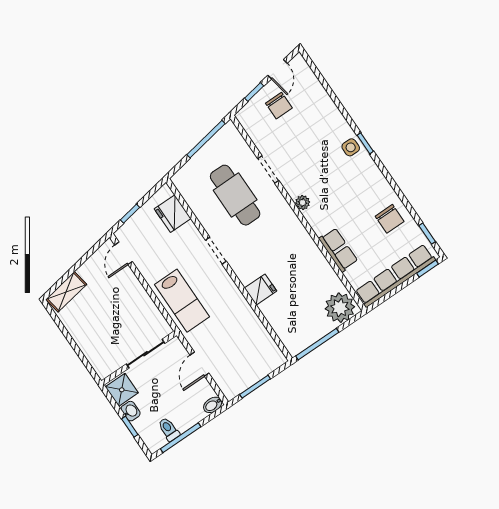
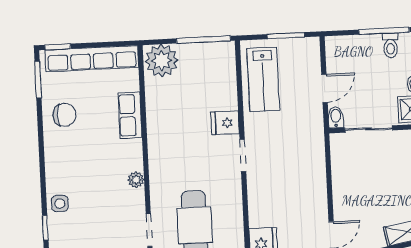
window: (365, 143) -> (45, 228), moved
chair: (390, 219) -> (64, 115), turned 90
window: (427, 234) -> (38, 80), width x1.50
doorway: (216, 251) -> (243, 155), moved
lab bench: (182, 301) -> (263, 79), moved, turned 180
bidet: (213, 405) -> (336, 117), moved, turned -90

